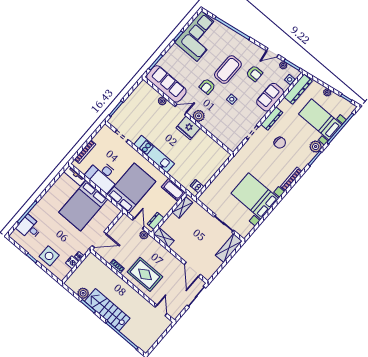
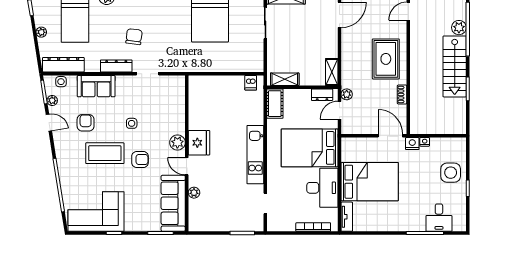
nightstand: (72, 262) -> (412, 144), moved
plant: (83, 293) -> (459, 28), moved

